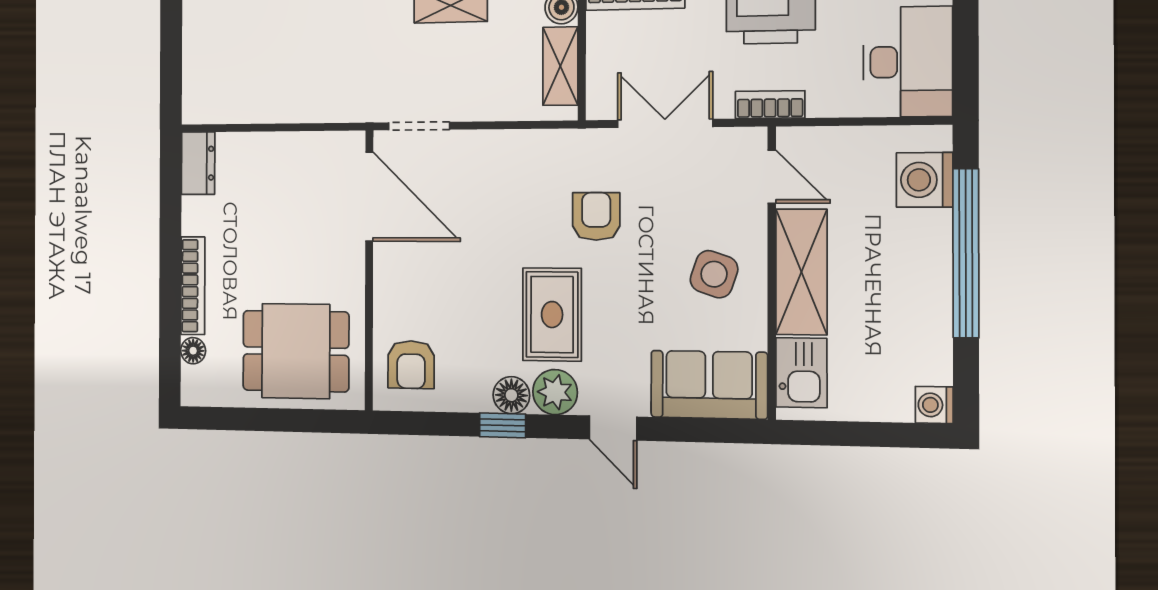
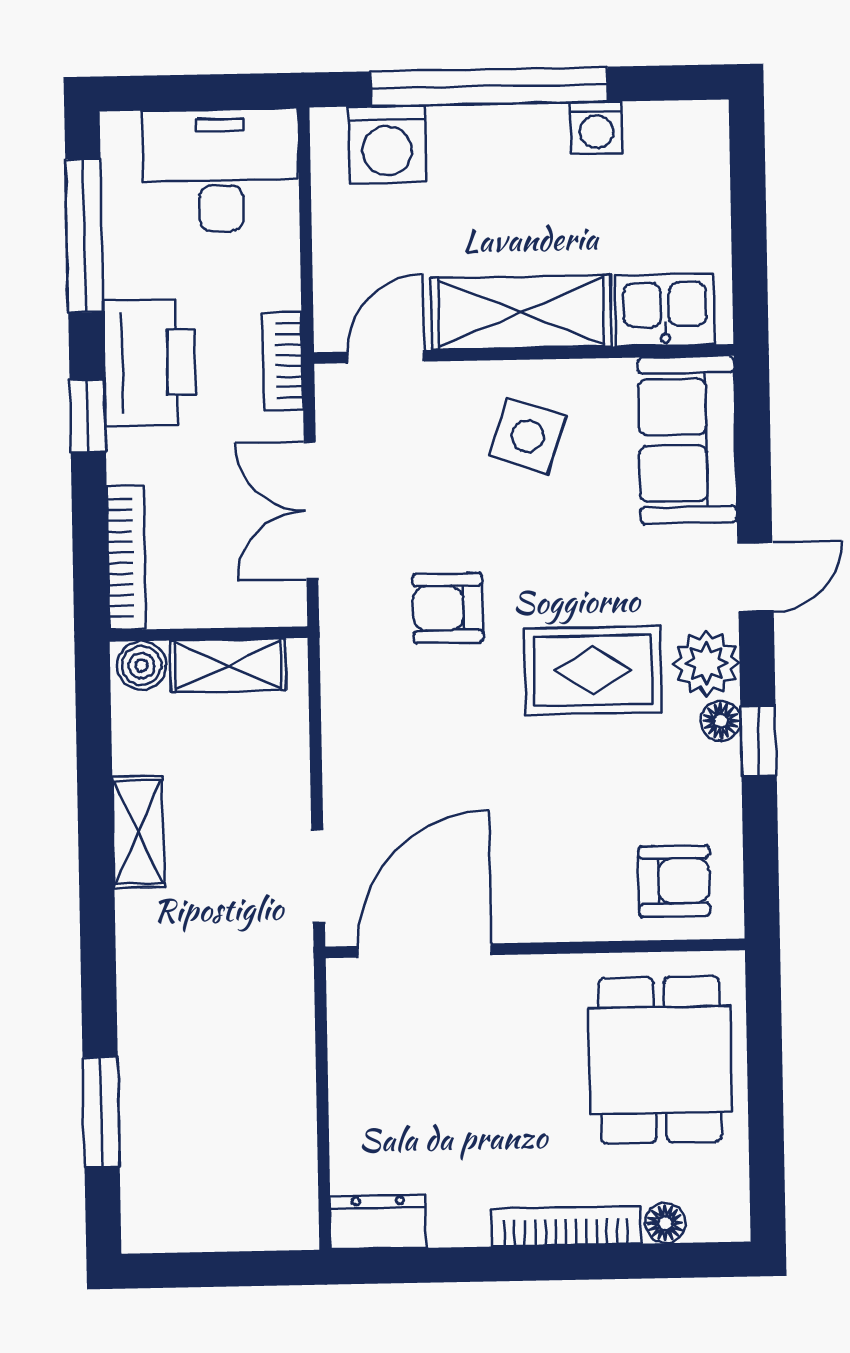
floor lamp: (511, 395) -> (721, 721), width x0.73, depth x0.73
washing machine: (934, 405) -> (596, 128), moved

